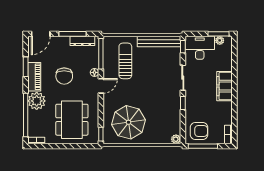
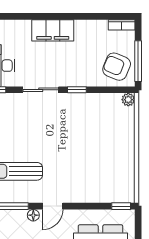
door: (101, 86) -> (53, 206), swing flipped
parasol: (129, 122) -> (104, 167), removed
armchair: (199, 131) -> (117, 67), turned -68

